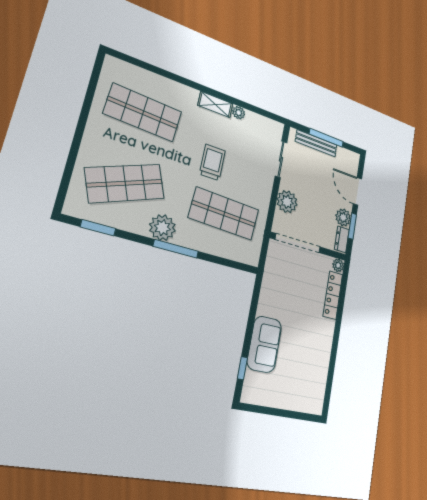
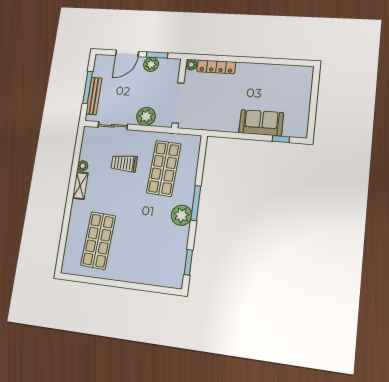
trolley: (212, 162) -> (124, 163), moved
shop shelf: (125, 183) -> (153, 247), removed
dresser: (342, 239) -> (169, 64), removed

